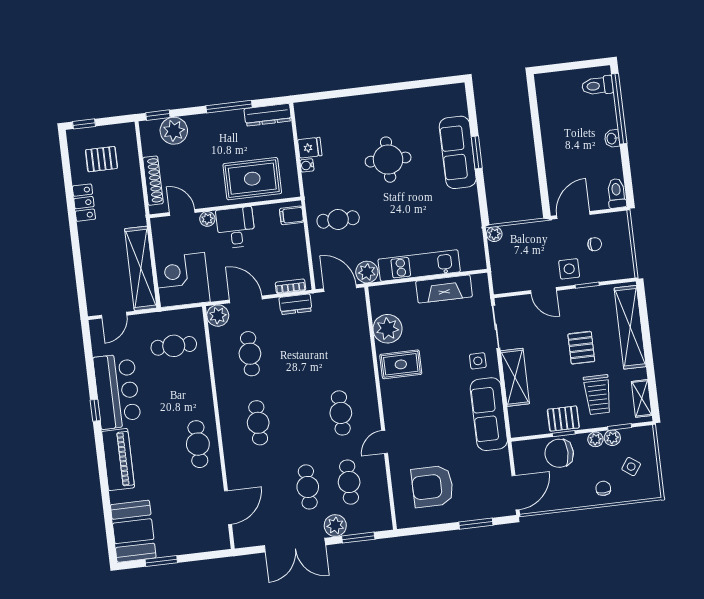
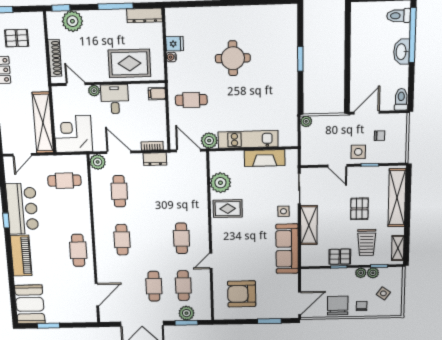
washbasin: (612, 139) -> (402, 52), width x1.91, depth x1.45
sofa: (458, 152) -> (286, 58), removed
chair: (559, 453) -> (338, 306), moved, turned 90
plant: (335, 526) -> (187, 313), moved

